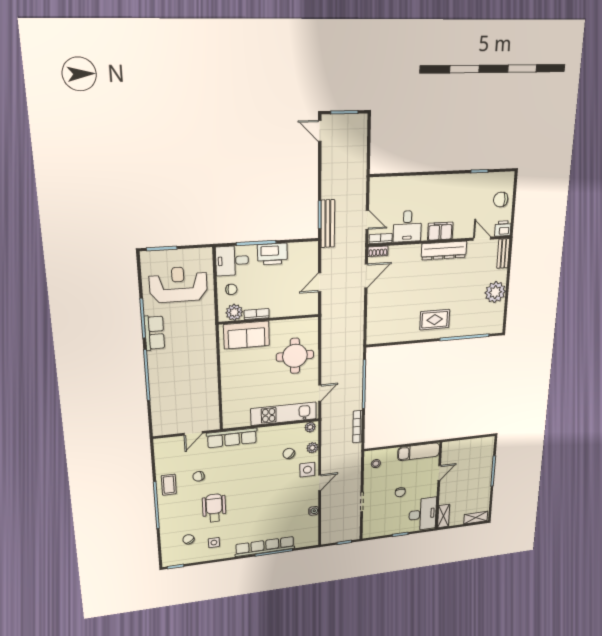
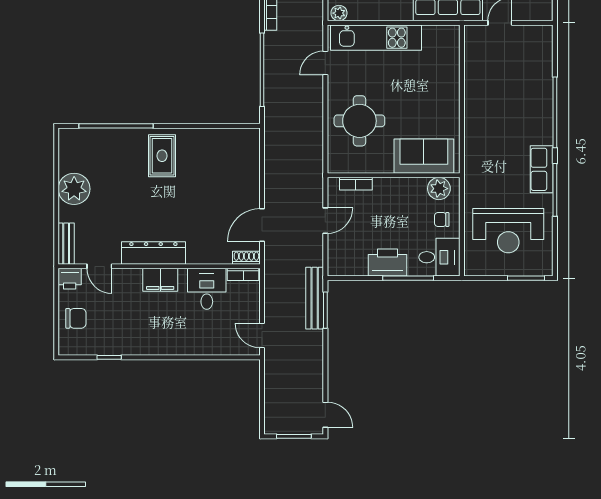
door: (367, 220) -> (262, 335), moved
bookcase: (257, 314) -> (356, 184), moved
rug: (435, 320) -> (162, 156), turned 90

